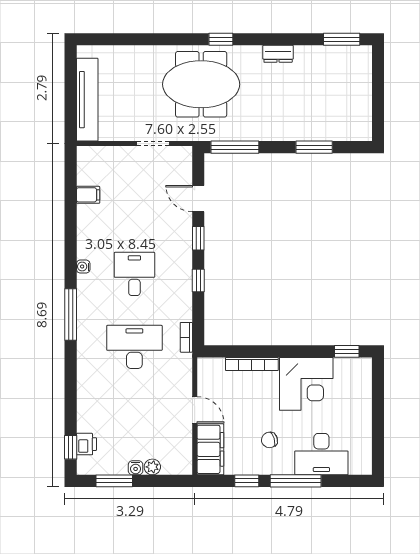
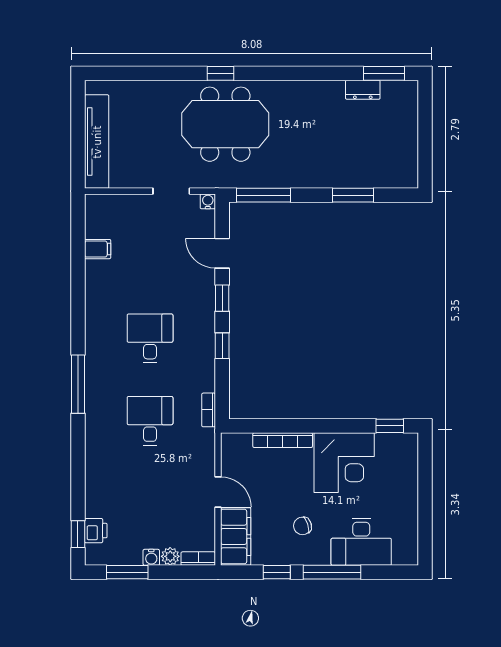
window: (221, 39) -> (220, 73), moved
dresser: (278, 54) -> (363, 90), moved
water cooler: (83, 267) -> (208, 201), moved, turned 90
desk: (134, 347) -> (150, 421), width x0.73
bookcase: (177, 469) -> (198, 559), added

